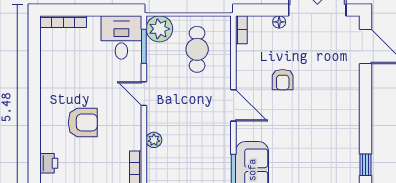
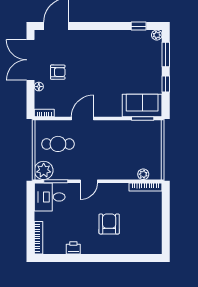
armchair: (283, 80) -> (58, 72), moved
door: (233, 105) -> (82, 119), moved
plant: (154, 140) -> (143, 174), moved
printer: (49, 163) -> (73, 248), moved

